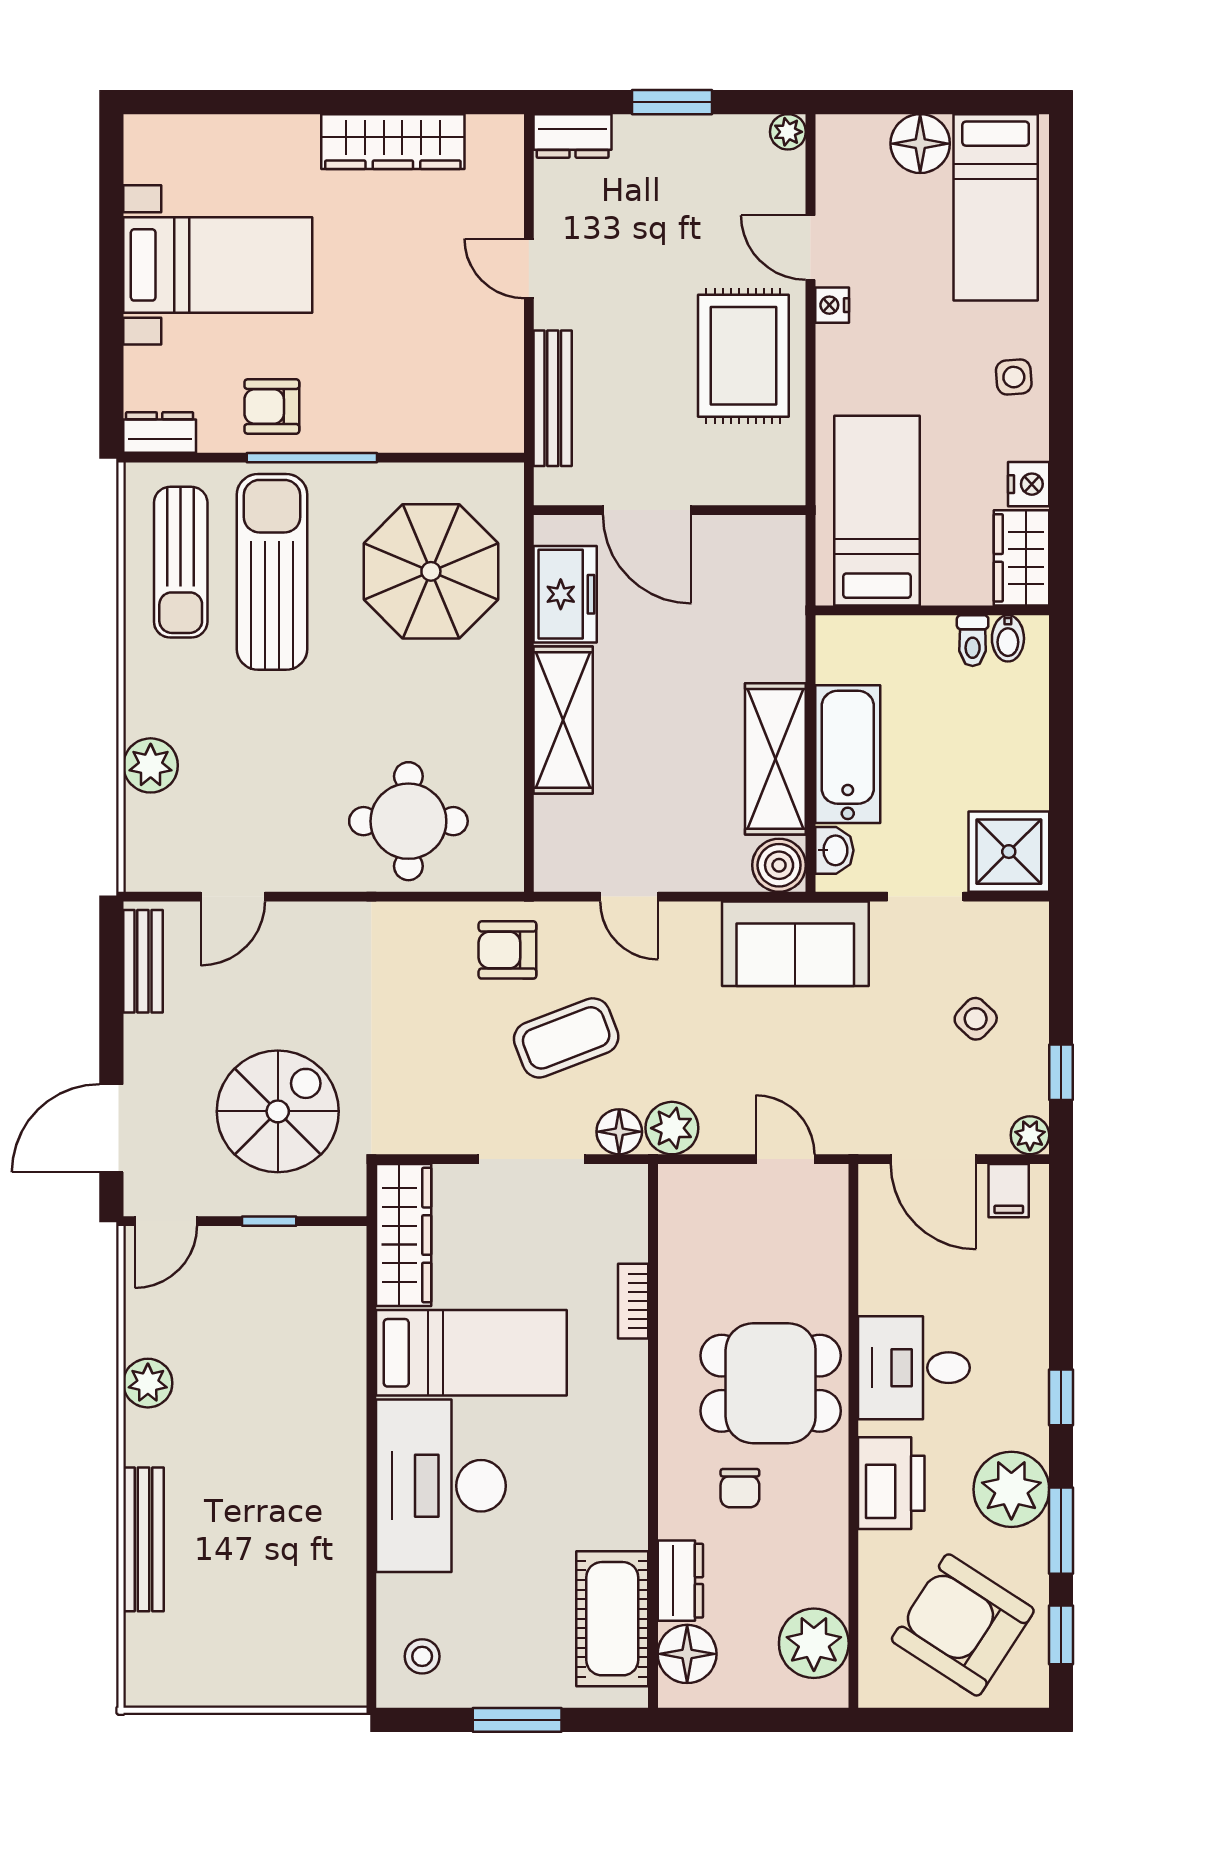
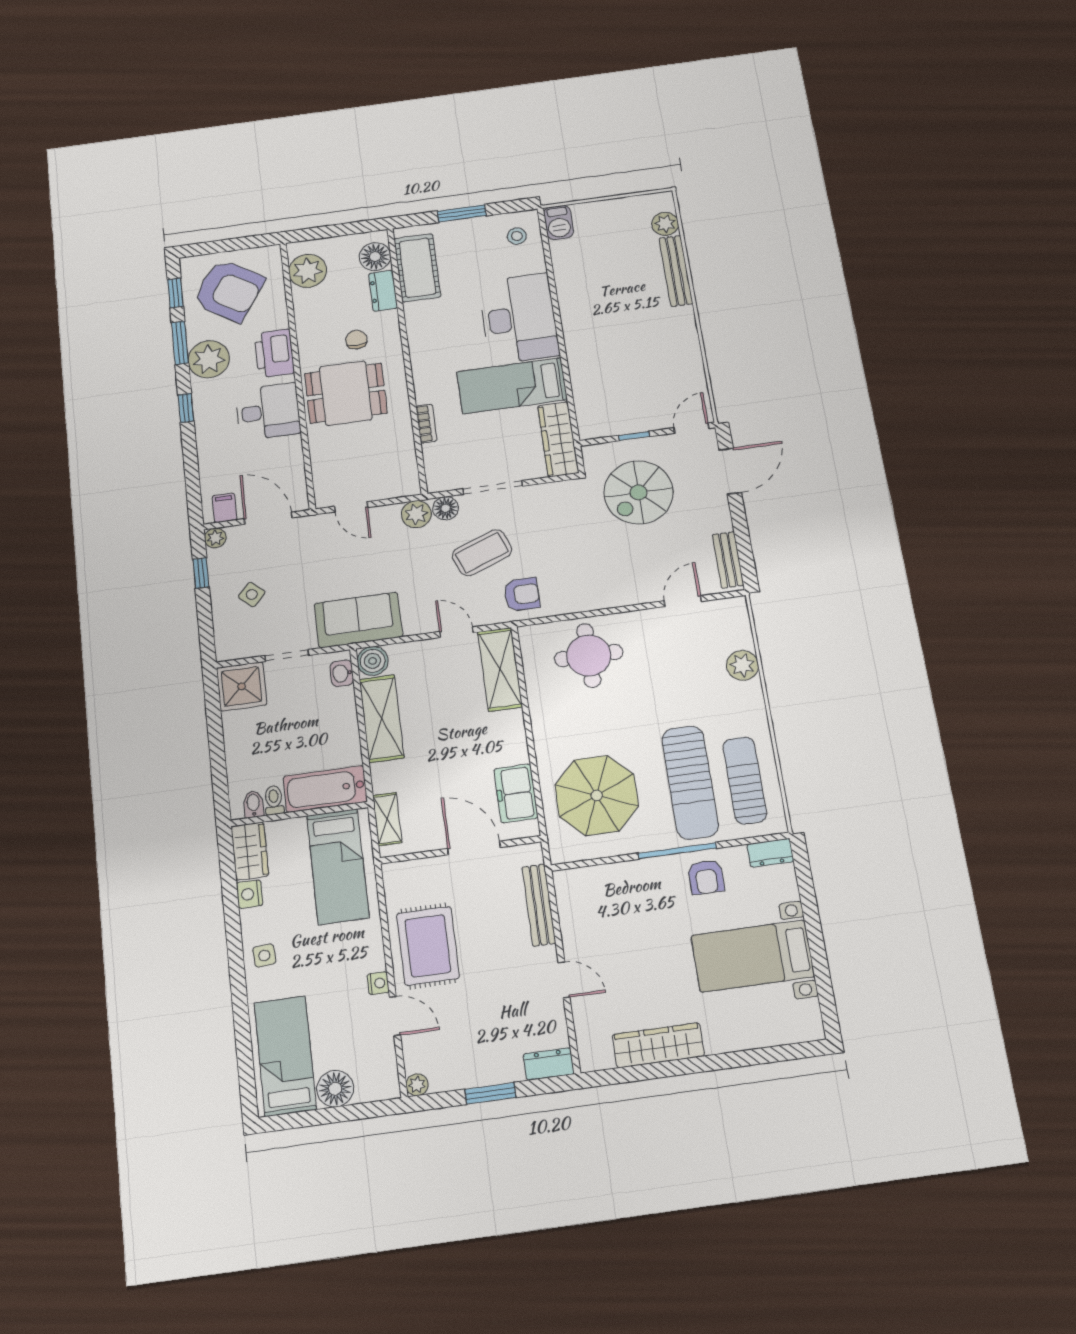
armchair: (272, 406) -> (706, 877), turned 90
shelving: (786, 580) -> (387, 819), added
shelving: (563, 720) -> (500, 669), moved
bathtub: (848, 754) -> (325, 789), moved, turned 90
plant: (148, 1383) -> (665, 224), moved
barbecue: (342, 1673) -> (559, 222), added

